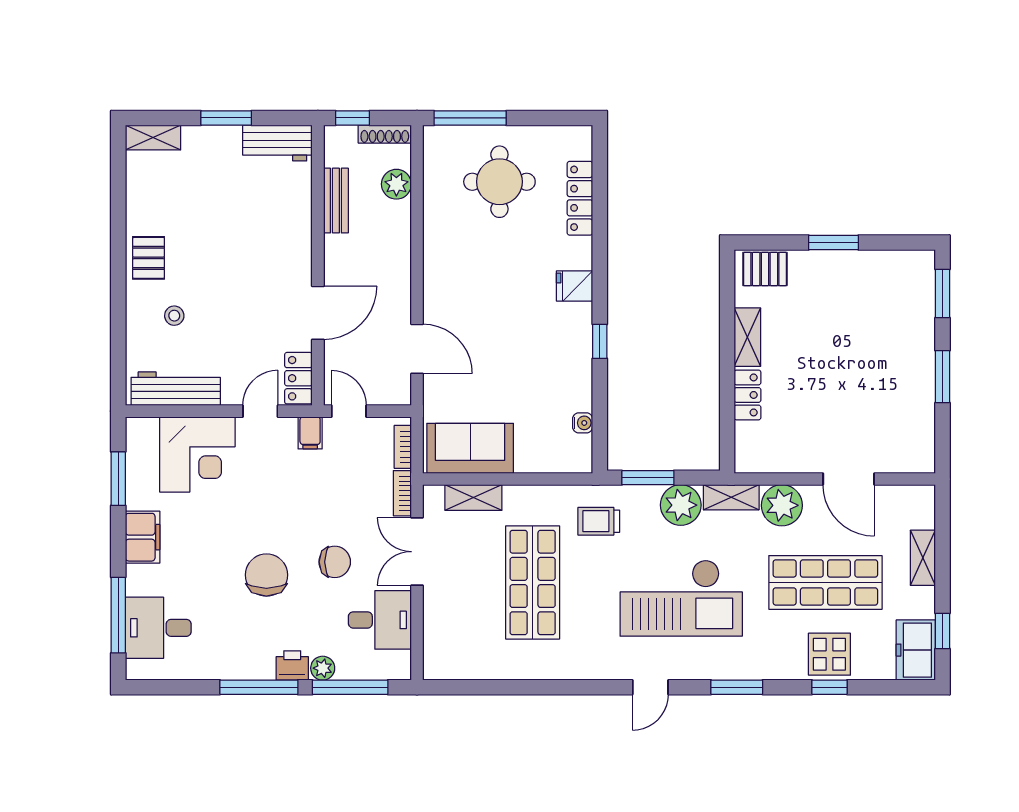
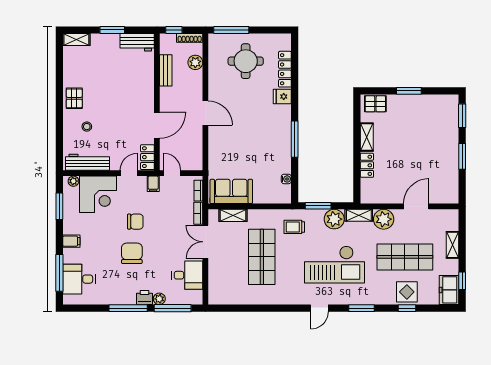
fridge: (575, 286) -> (282, 97), moved
window: (600, 341) -> (295, 139), width x2.17
door: (417, 349) -> (205, 113), moved
plant: (147, 427) -> (73, 181), added
door: (849, 479) -> (416, 206), swing flipped
filing cabinet: (143, 537) -> (71, 241), width x0.50
chair: (335, 562) -> (135, 222), moved

